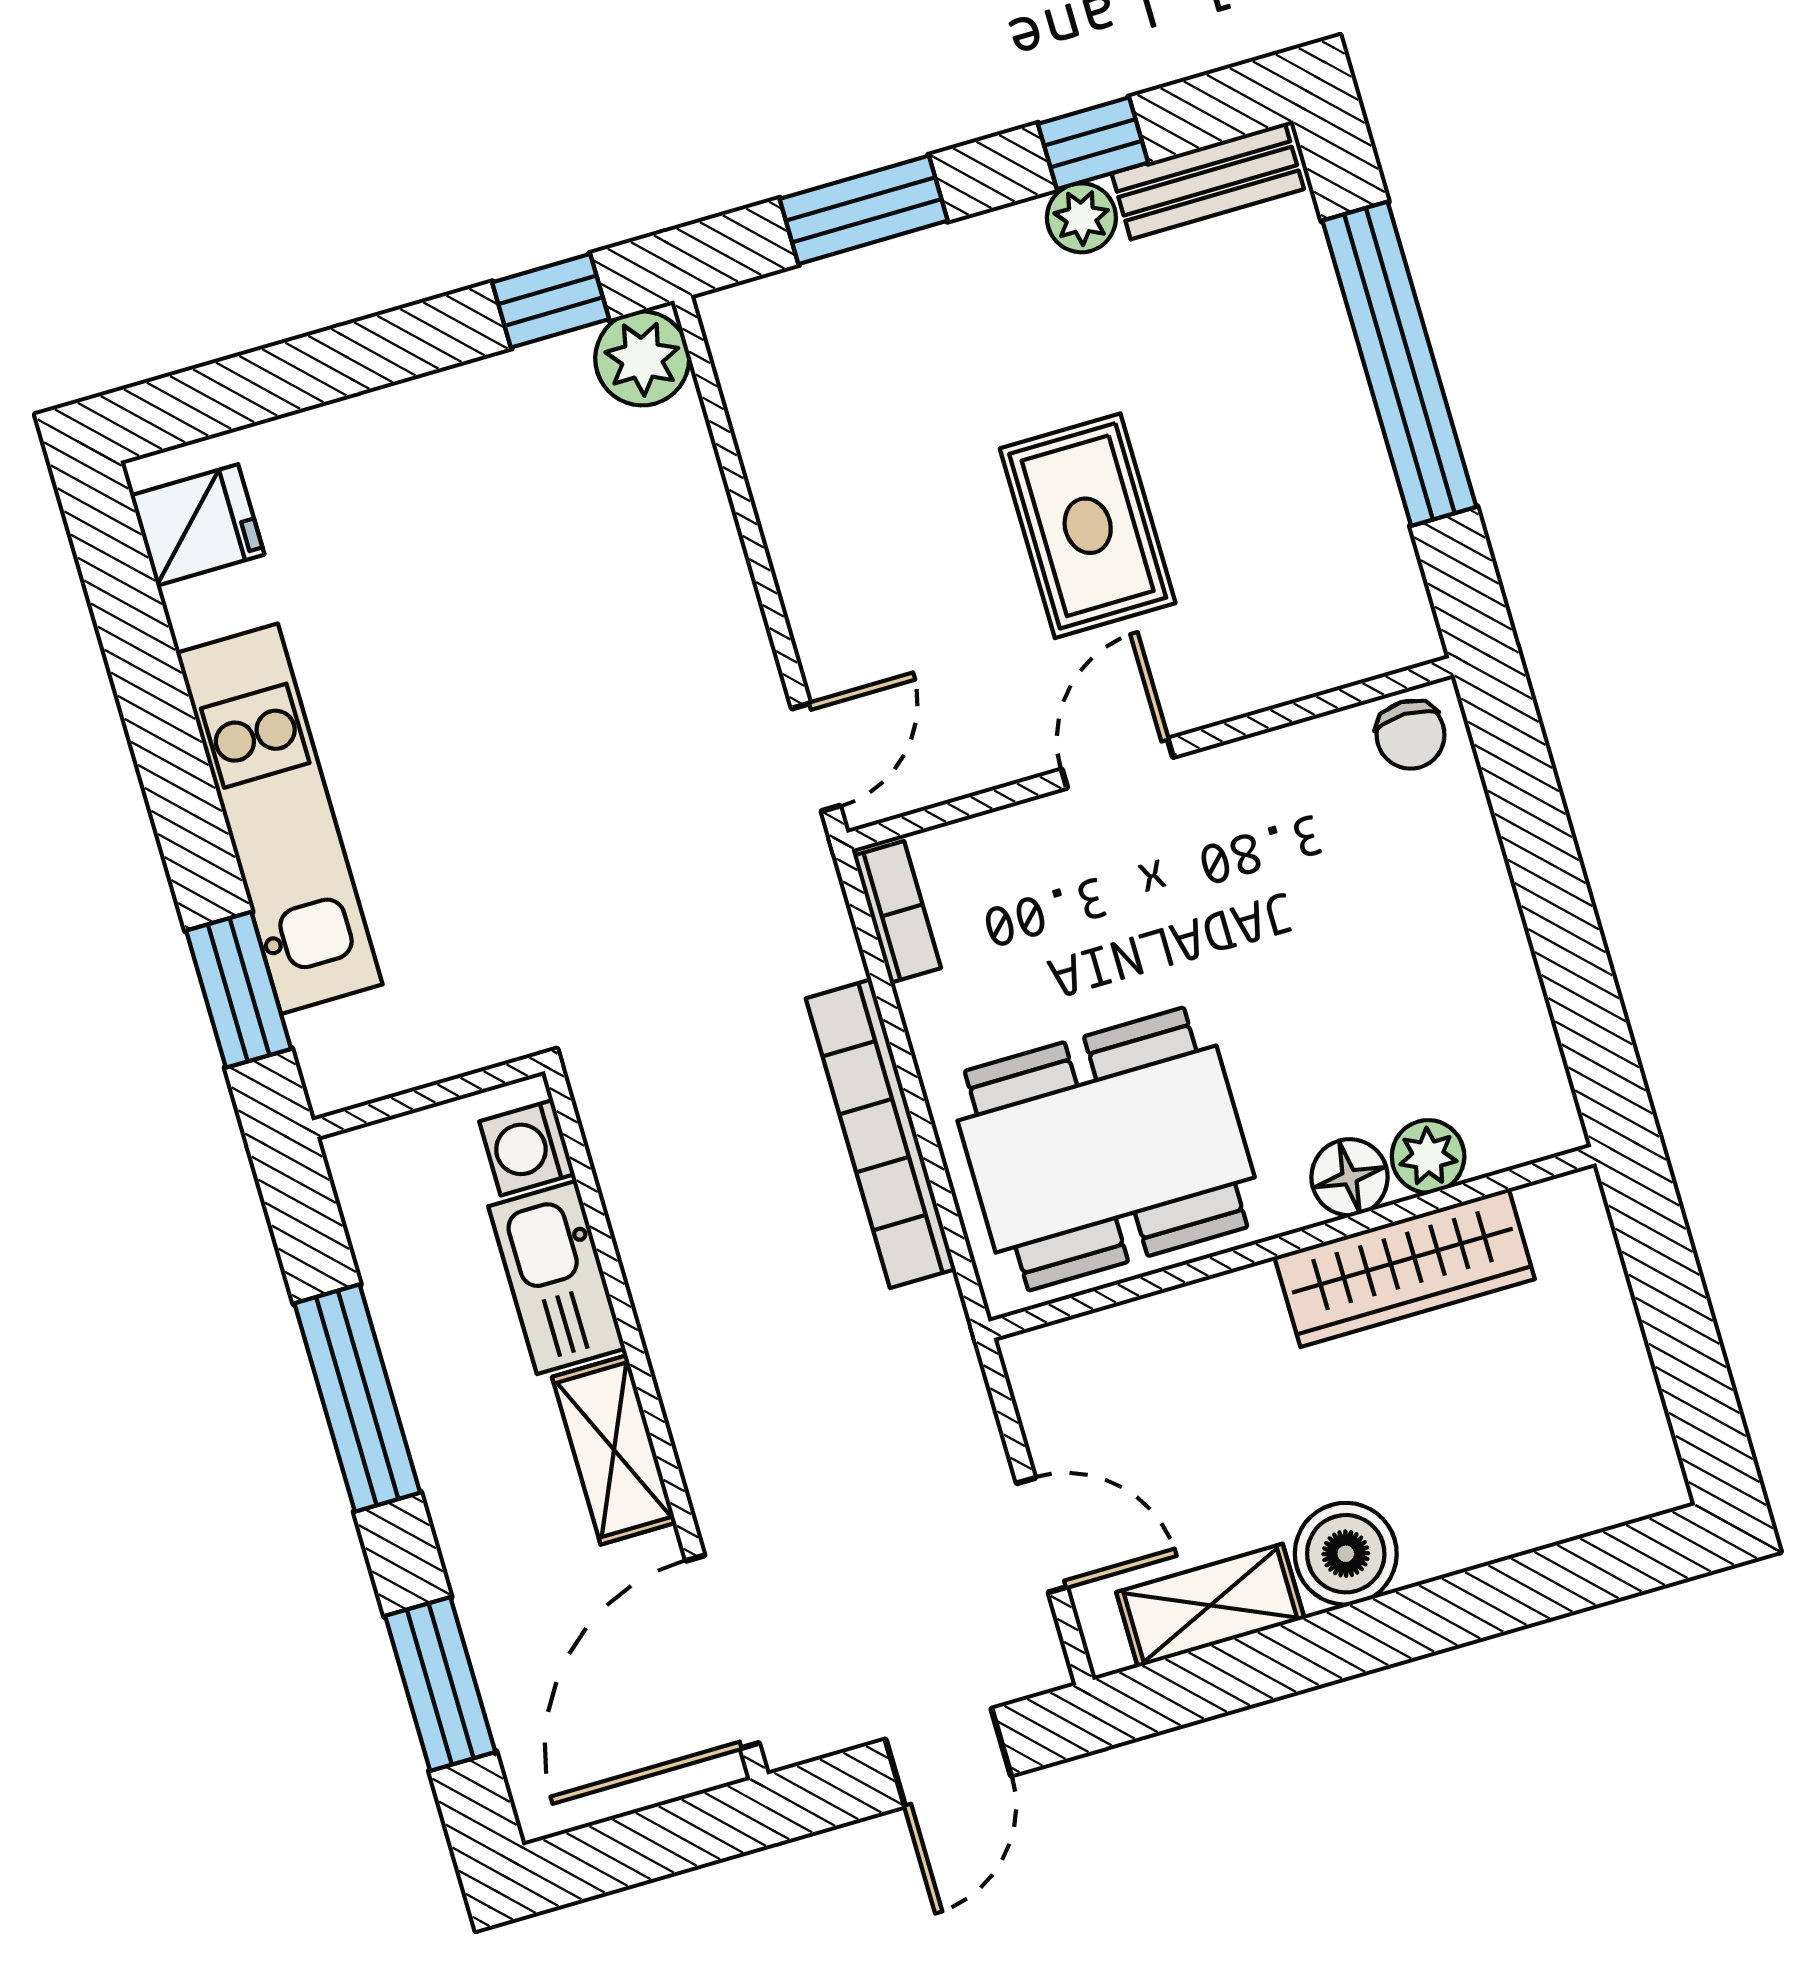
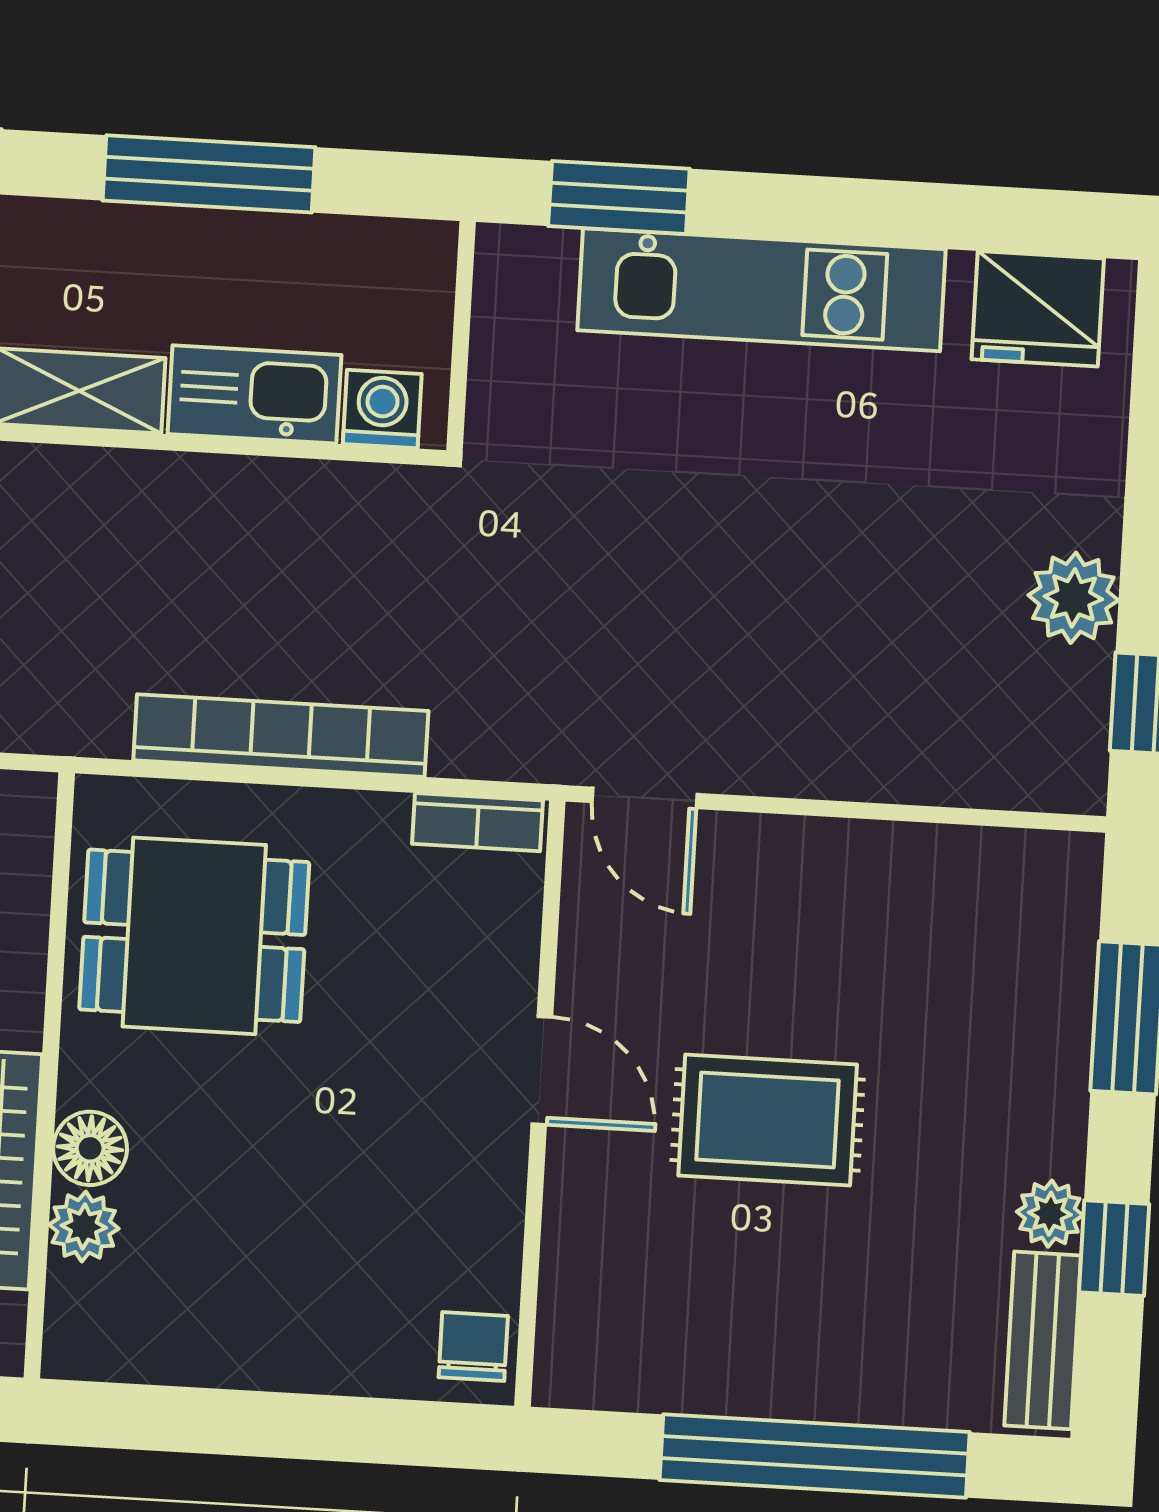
plant: (642, 358) -> (1073, 598), moved
fridge: (197, 525) -> (1038, 309), width x1.38
chair: (1411, 735) -> (473, 1347), turned 90
dining table: (1106, 1149) -> (194, 936), width x0.73

